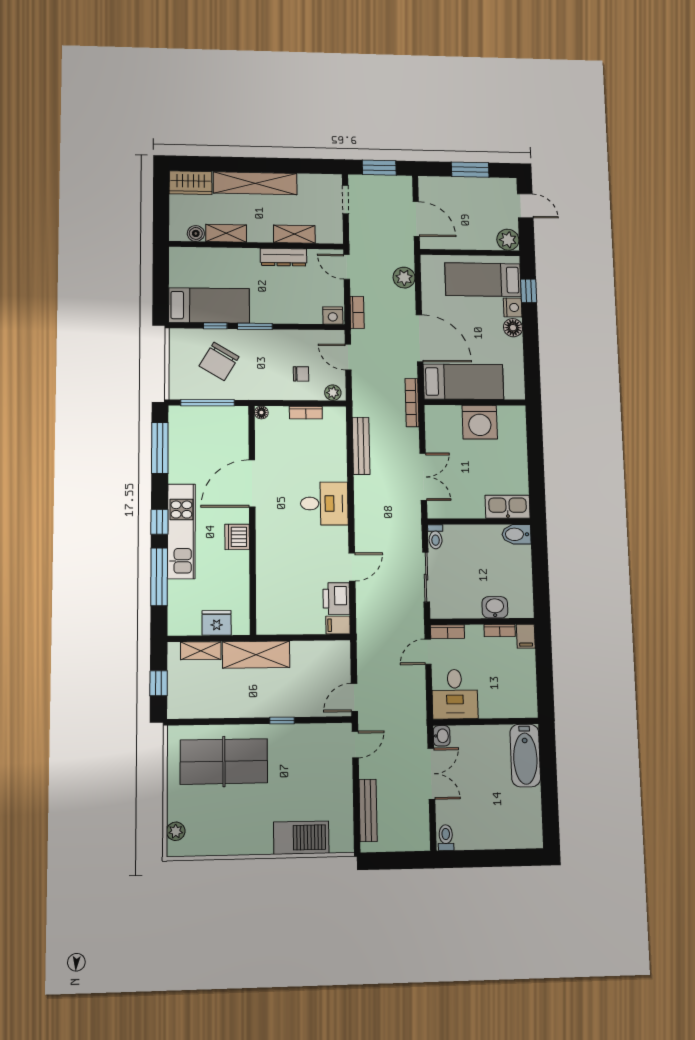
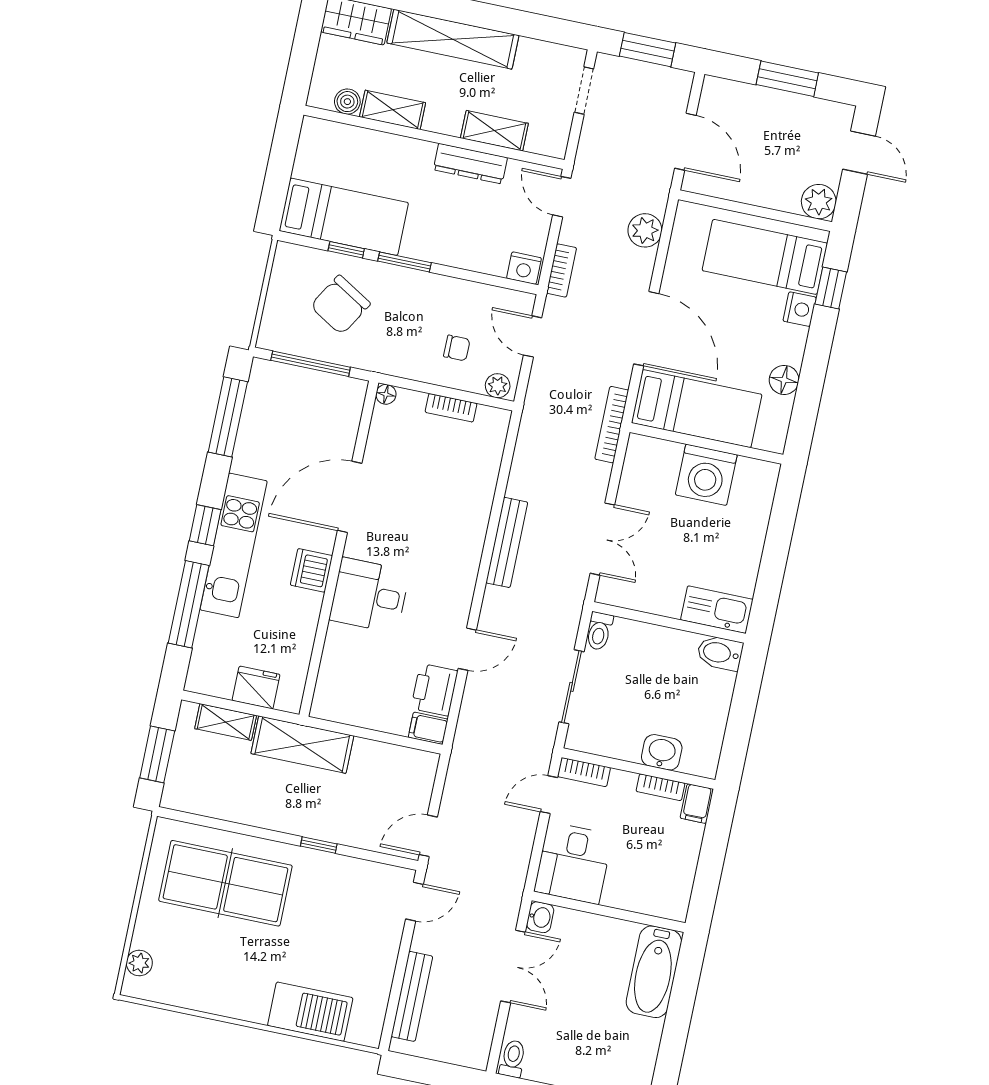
floor lamp: (513, 328) -> (784, 380), moved
bench: (361, 446) -> (507, 542), moved
desk: (324, 504) -> (369, 595), moved, turned 180
window: (159, 683) -> (157, 754), width x1.50

